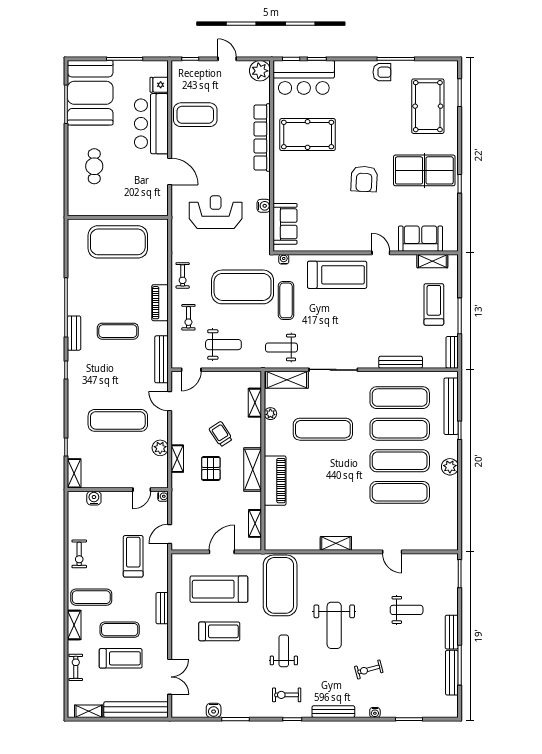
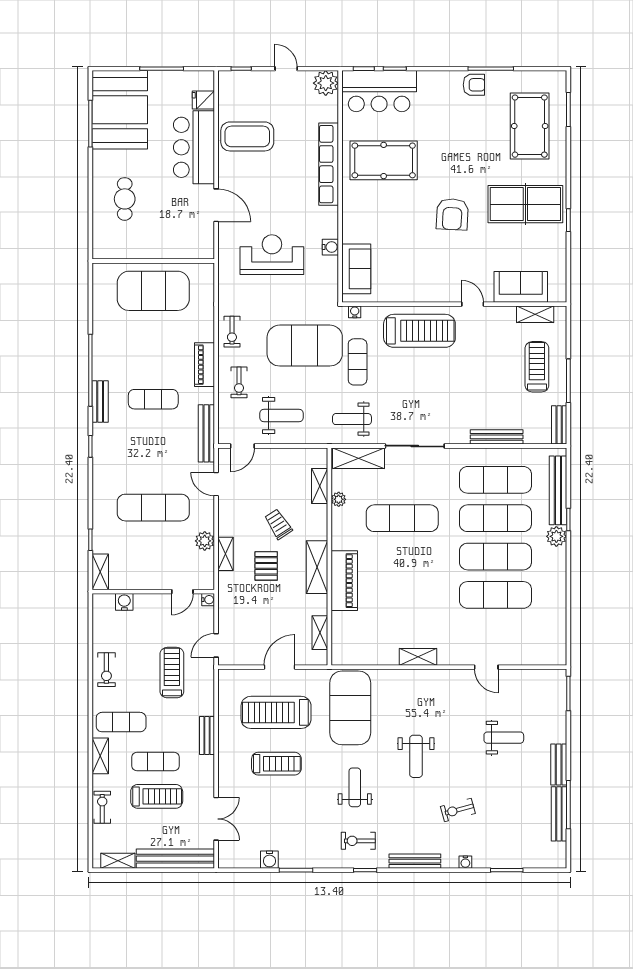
plant: (450, 467) -> (556, 536), moved
weight bench: (334, 625) -> (416, 756), width x0.73, depth x0.75

